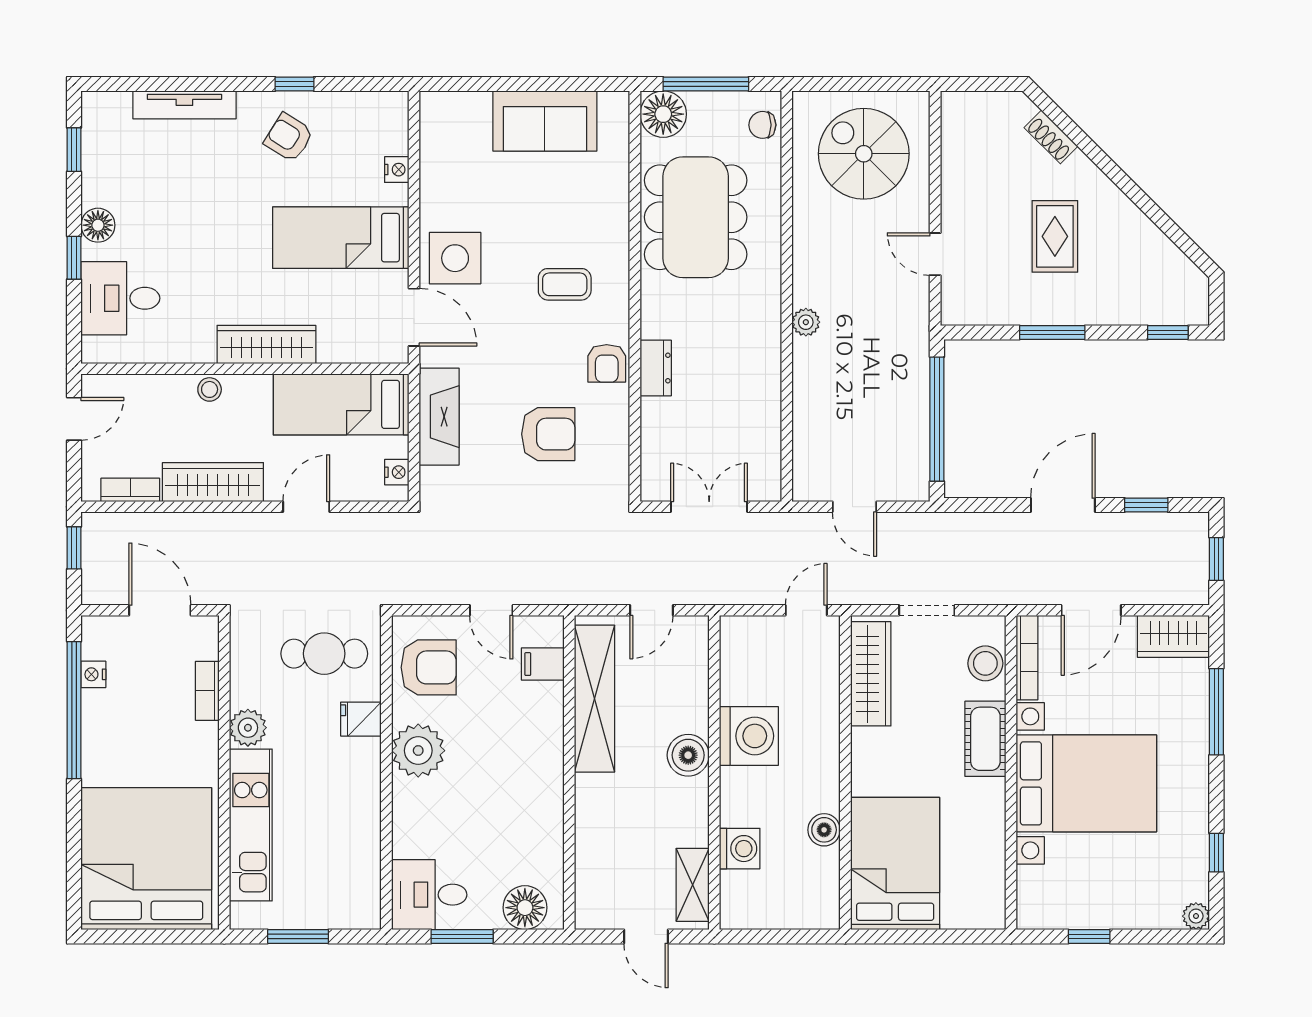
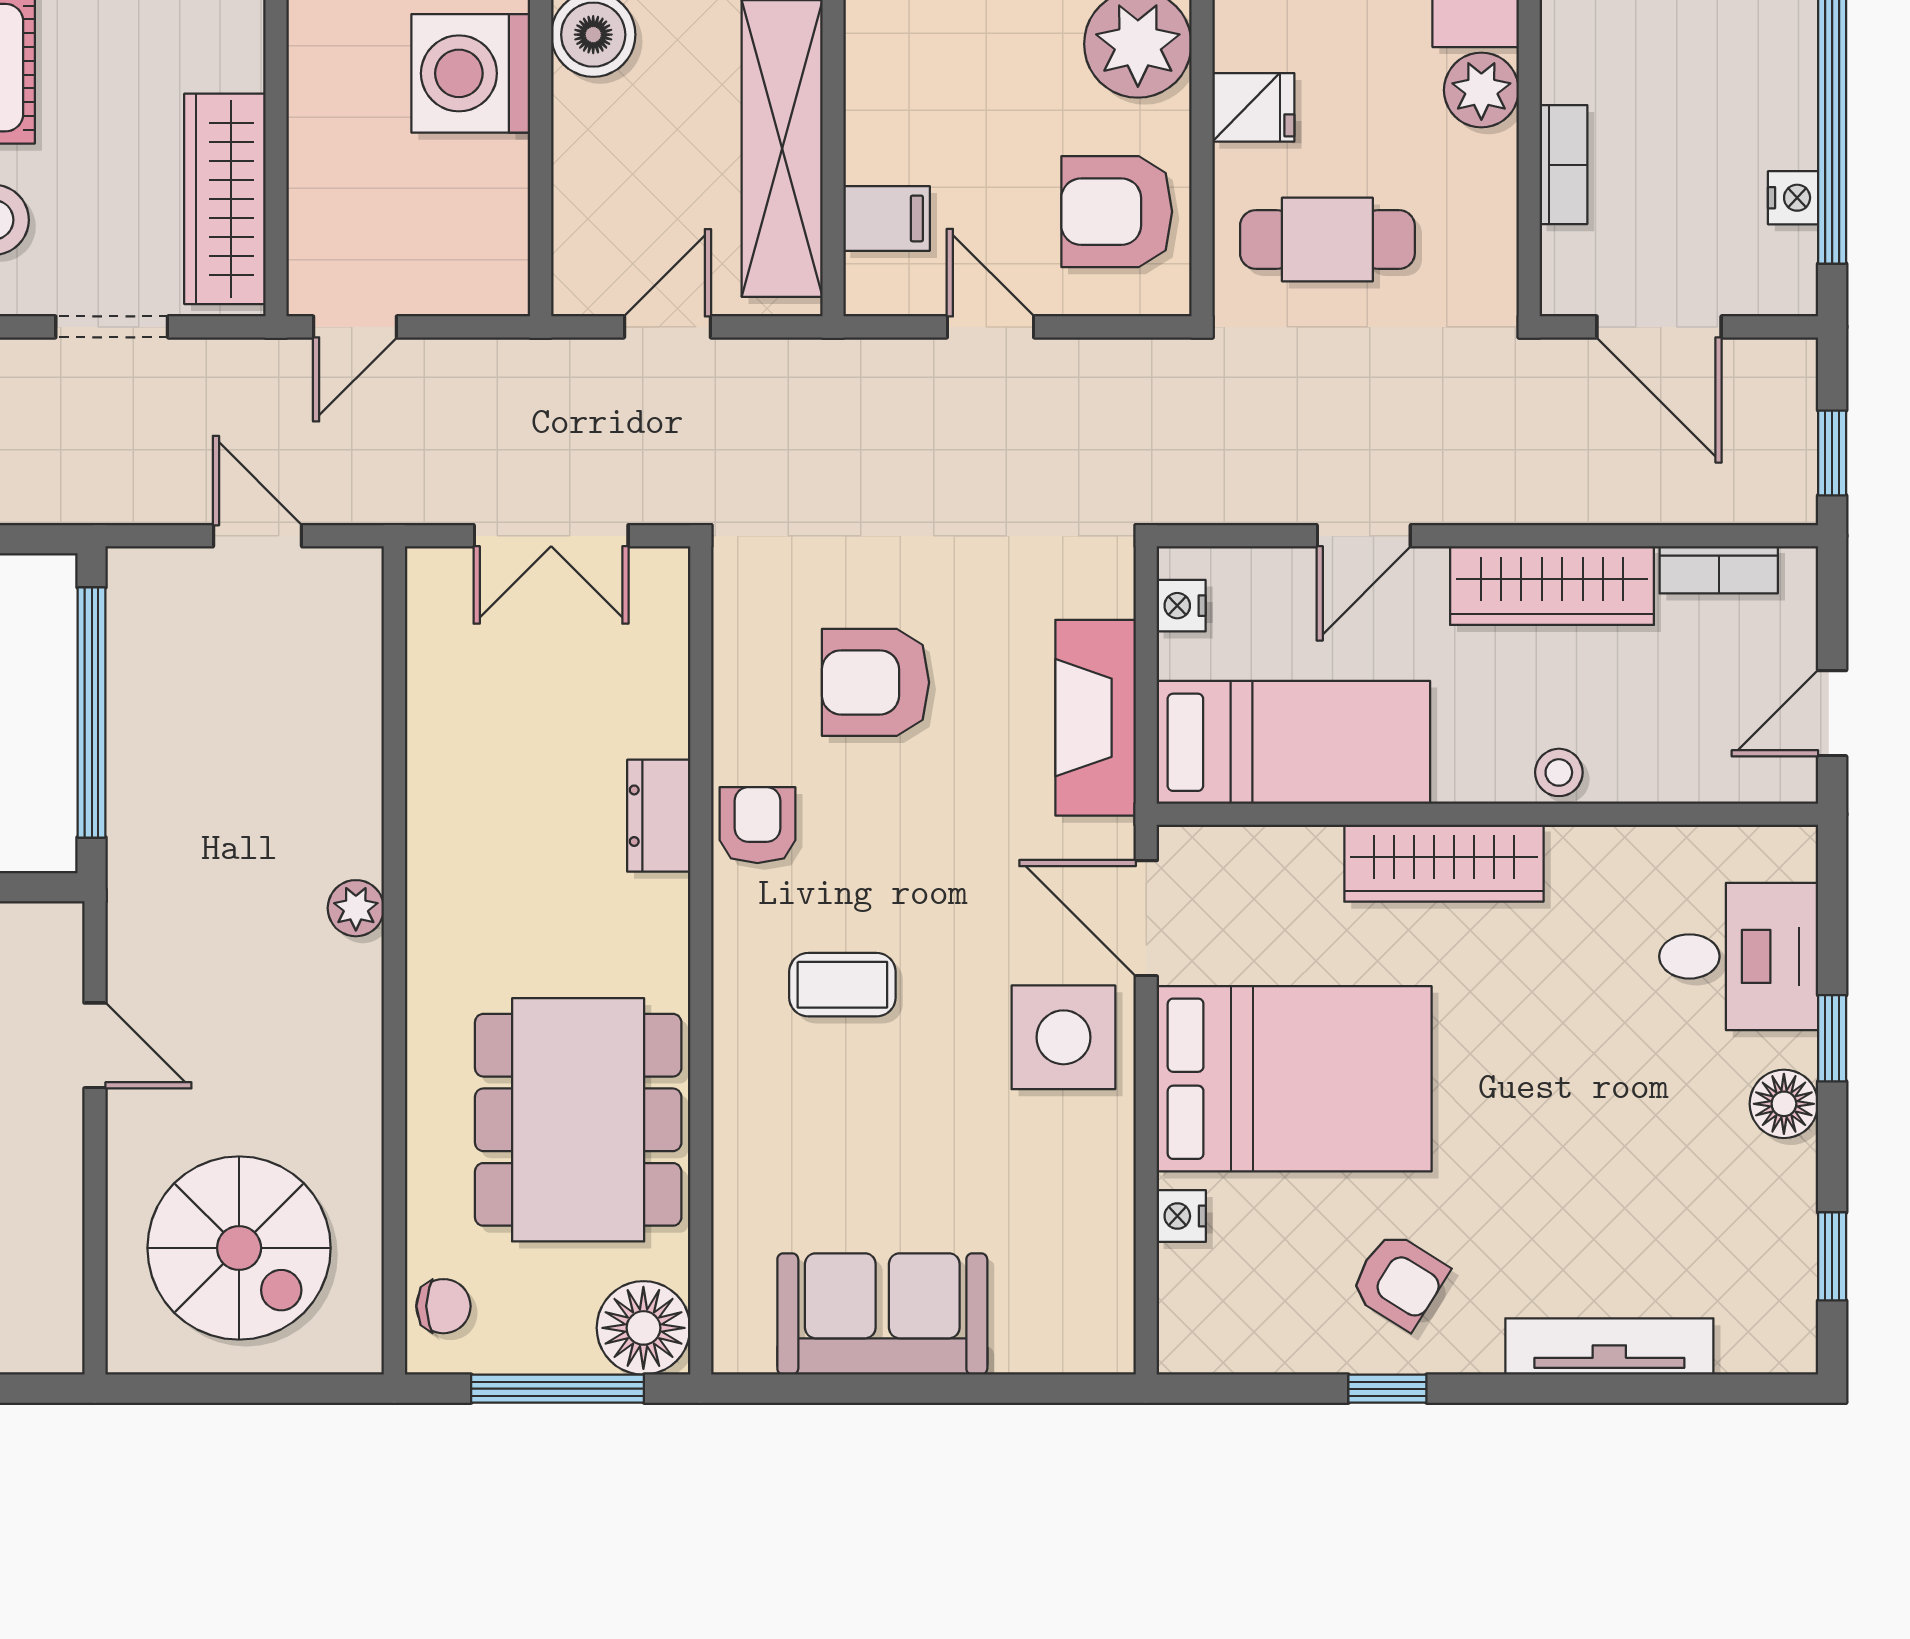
bed: (341, 238) -> (1294, 1079), width x1.50

